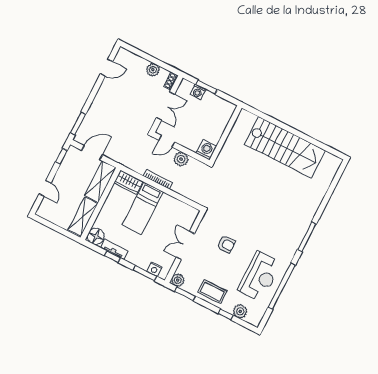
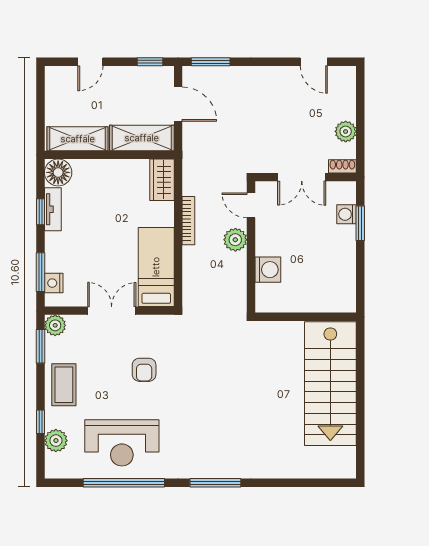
wall: (226, 134) -> (306, 317), moved
bed: (143, 208) -> (156, 267), moved, turned 90

